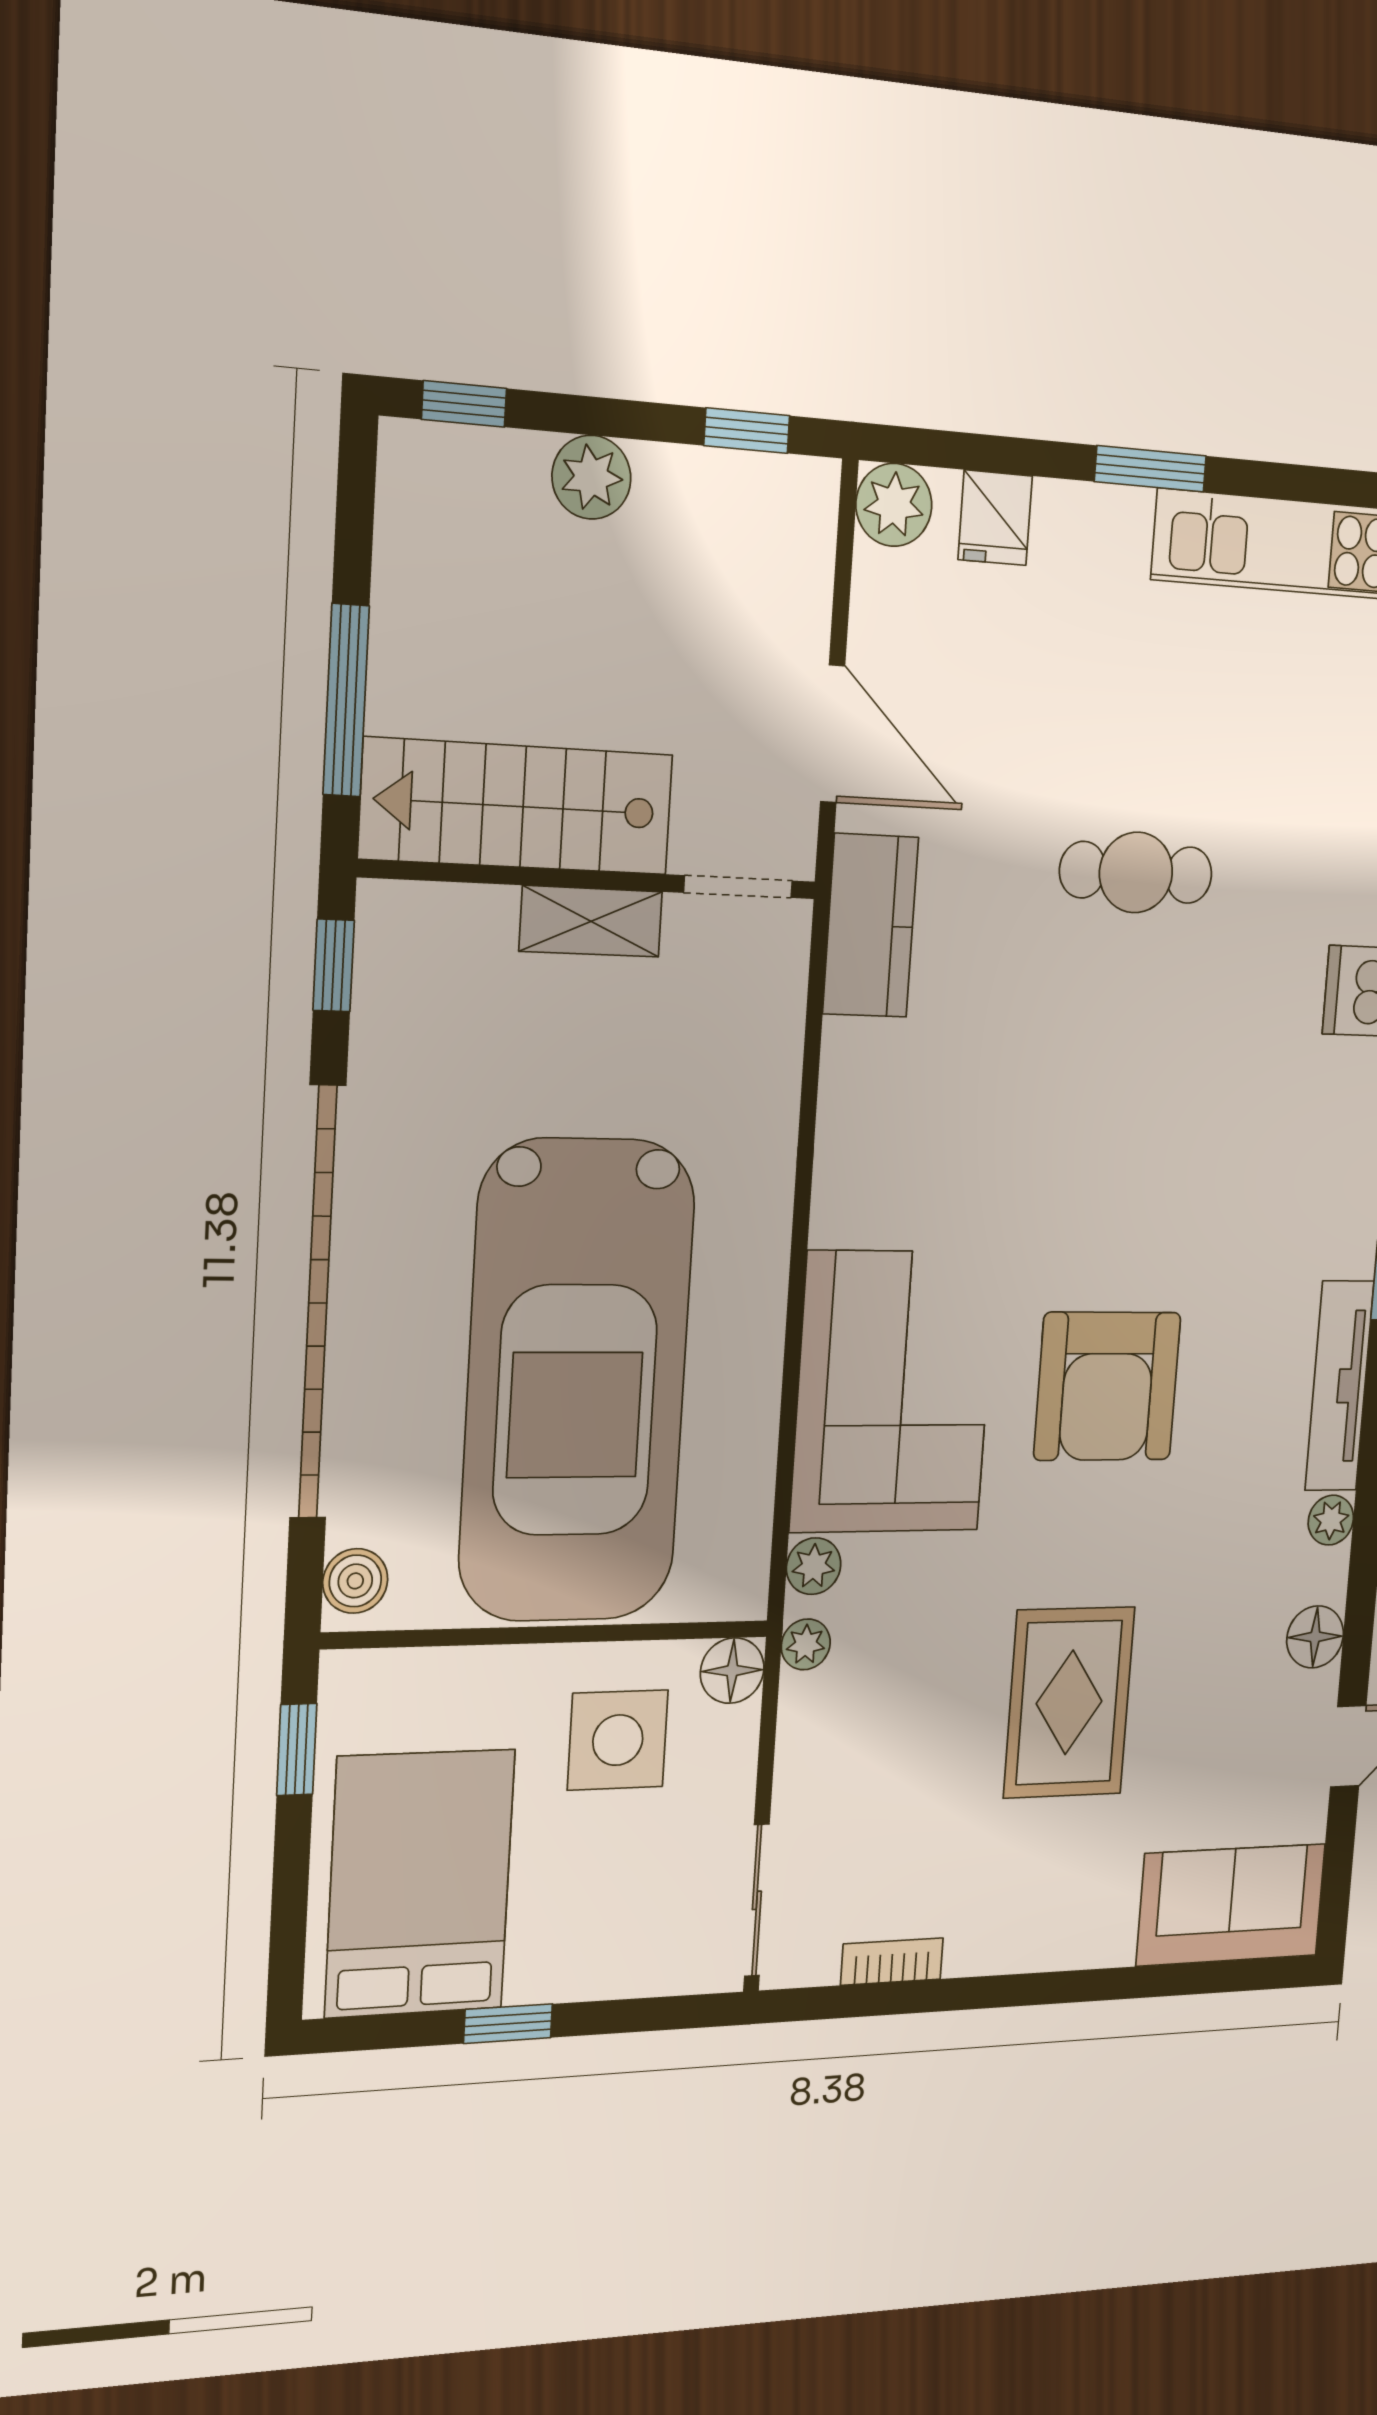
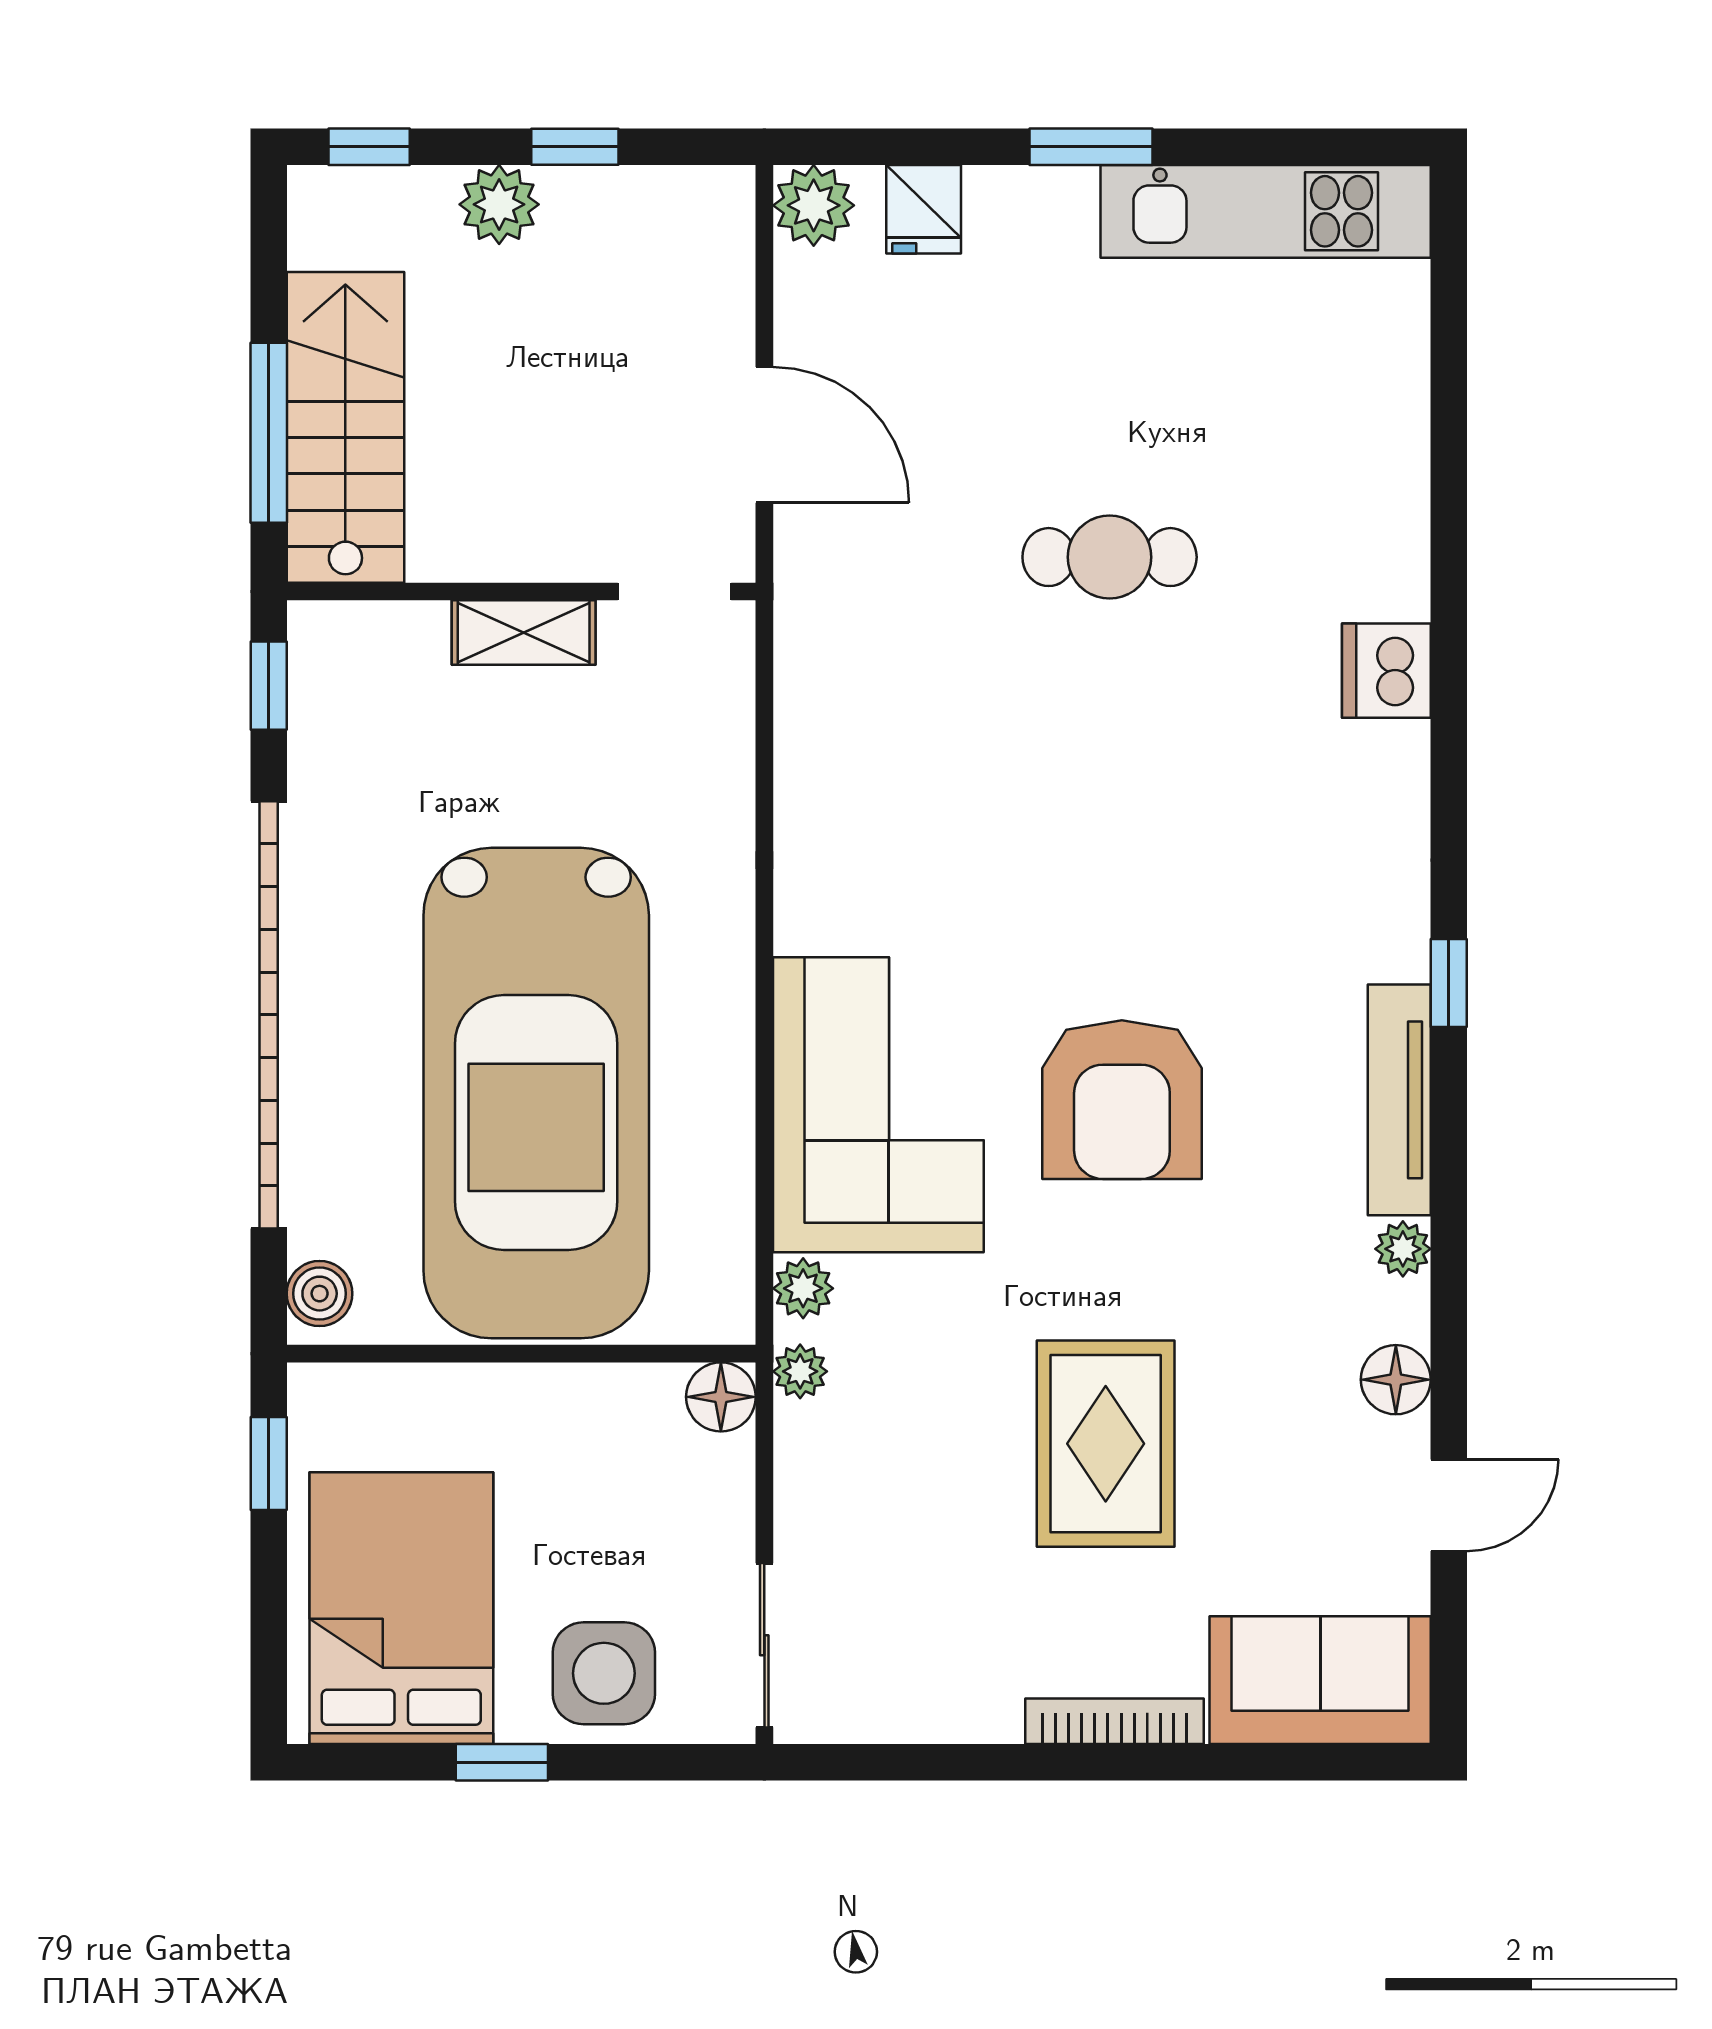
window: (747, 431) -> (575, 147), moved
stairs: (517, 806) -> (345, 427), moved, turned 90
kitchen counter: (871, 926) -> (819, 624), removed
side table: (618, 1740) -> (604, 1673), moved
bookcase: (892, 1962) -> (1114, 1721), moved, width x1.56

